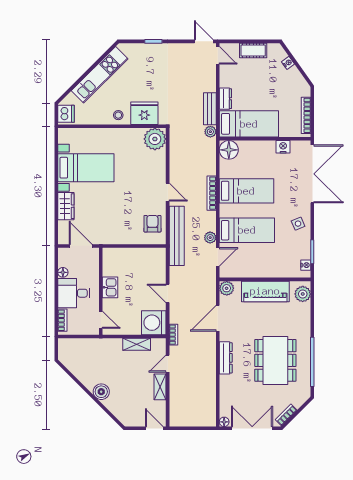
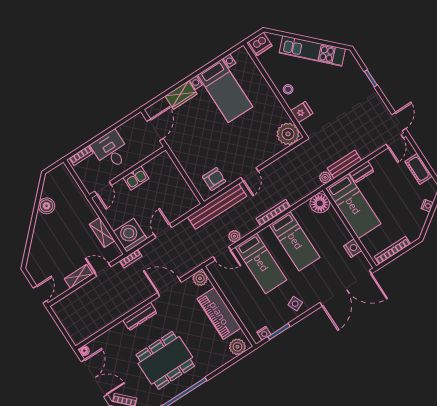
fridge: (144, 113) -> (302, 112), width x0.53, depth x0.75
floor lamp: (63, 272) -> (123, 129), removed
boiler: (101, 392) -> (46, 206), moved

